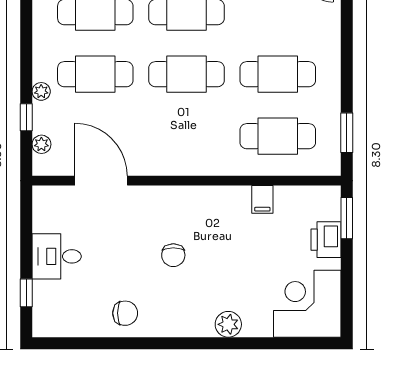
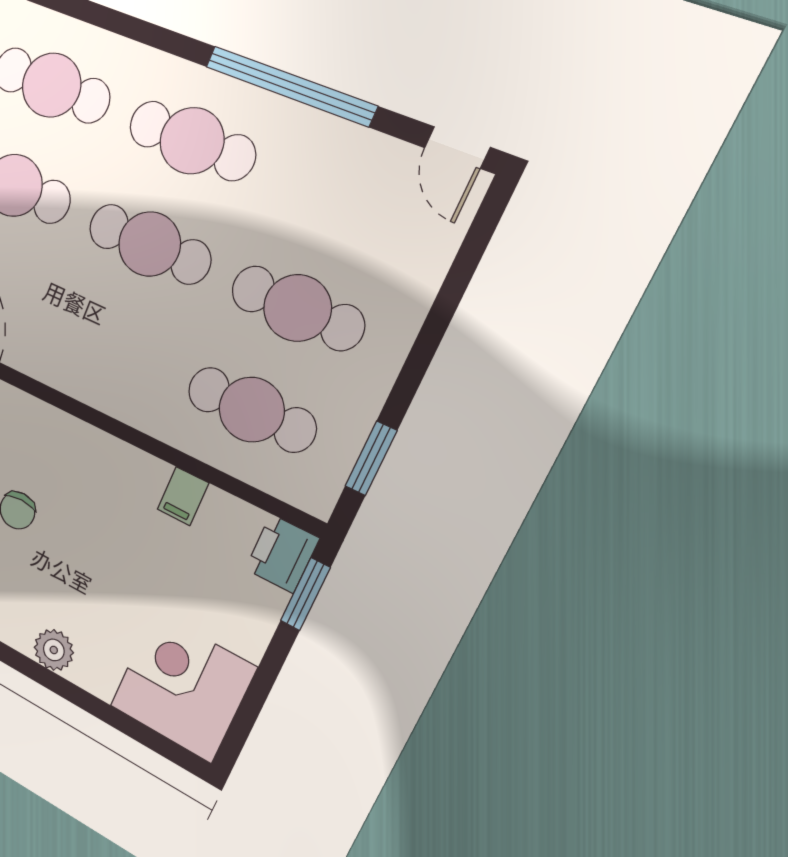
printer: (326, 240) -> (282, 554), moved

